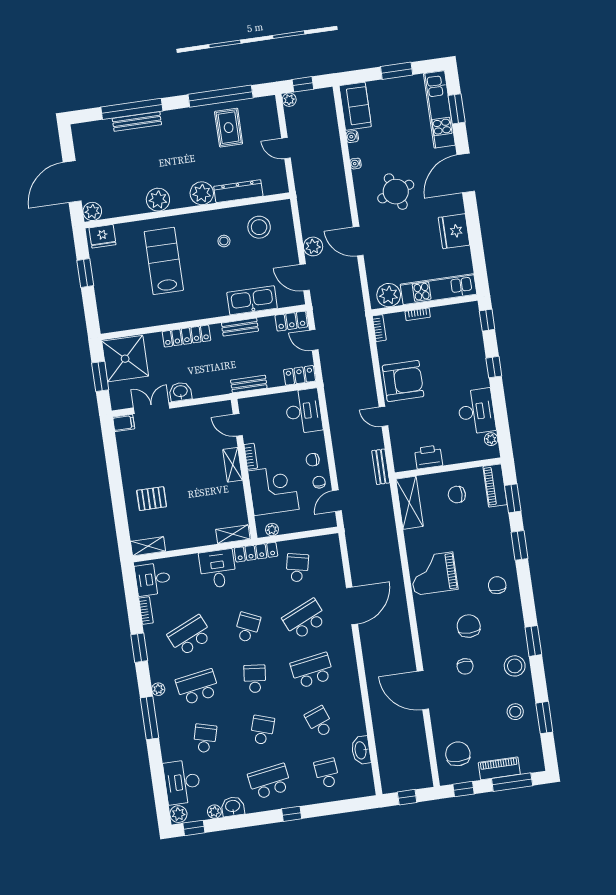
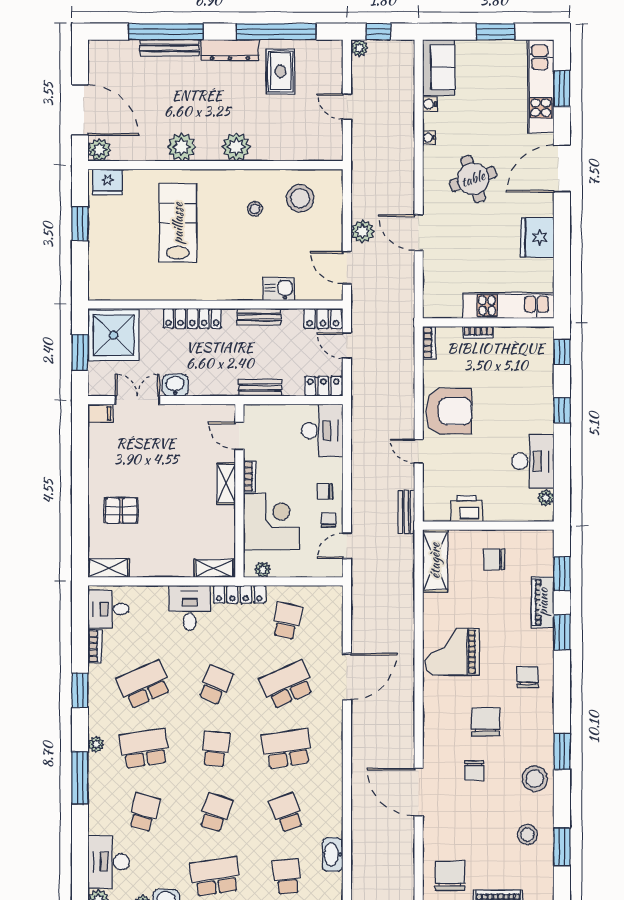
door: (72, 182) -> (80, 110), swing flipped
dresser: (238, 191) -> (230, 50), moved, turned 180
plant: (389, 295) -> (446, 304), removed
kitchen sink: (252, 300) -> (279, 289), width x0.53, depth x0.81
piano: (495, 486) -> (543, 602), moved

